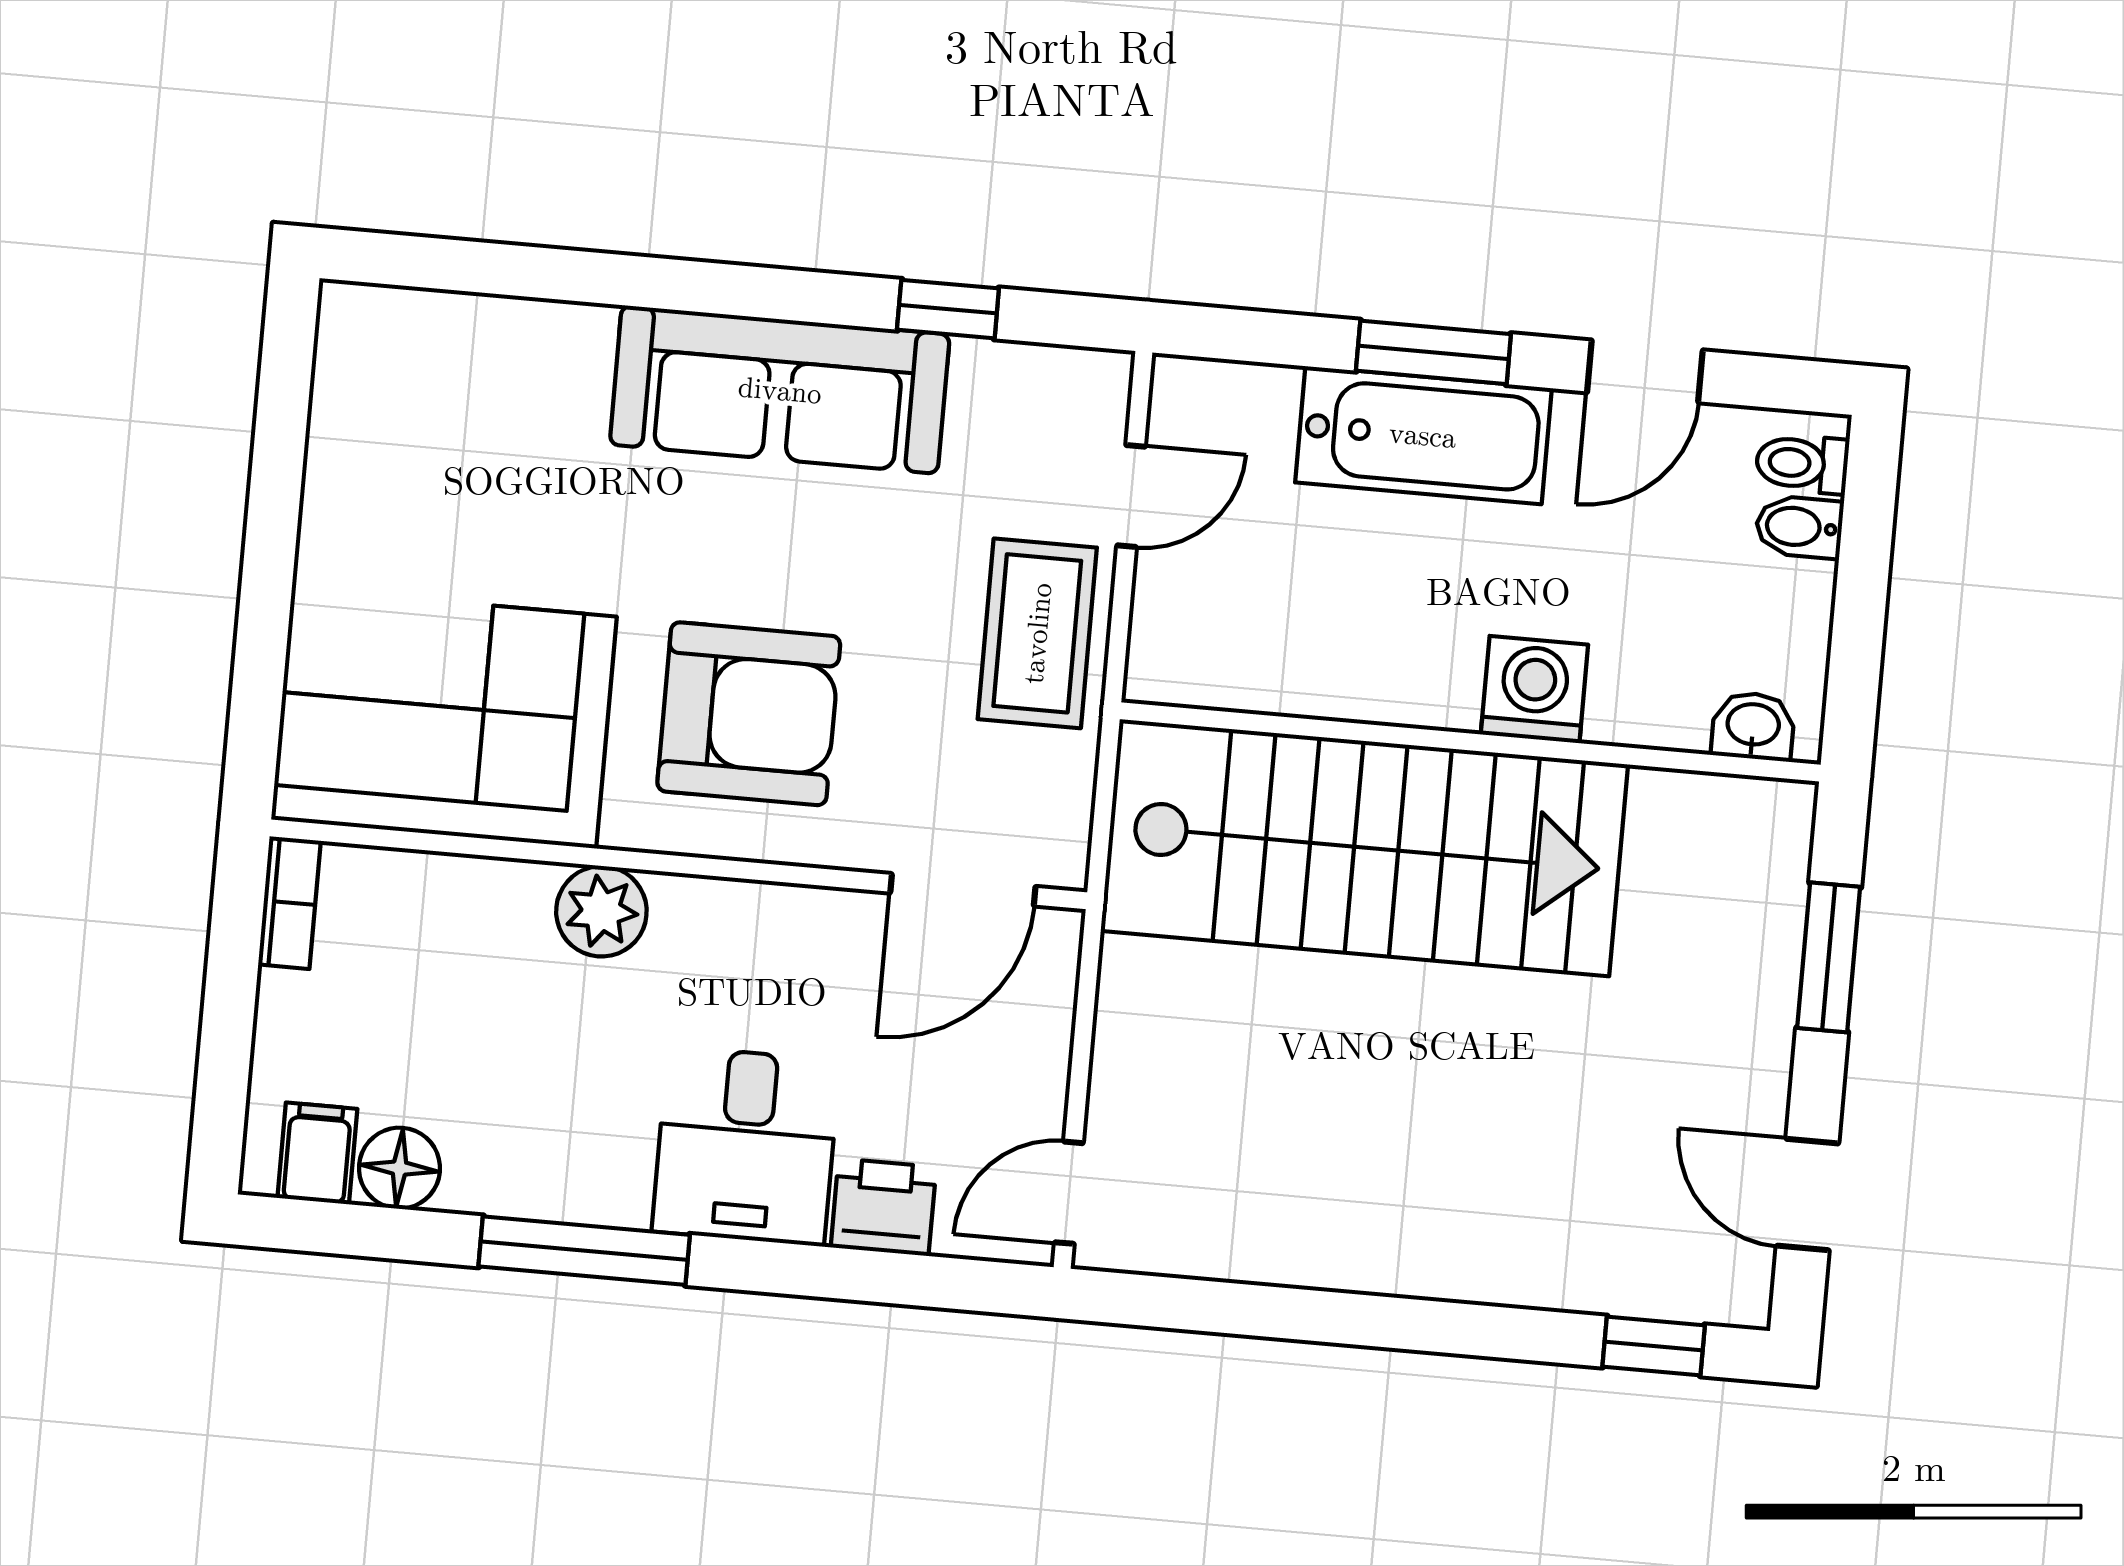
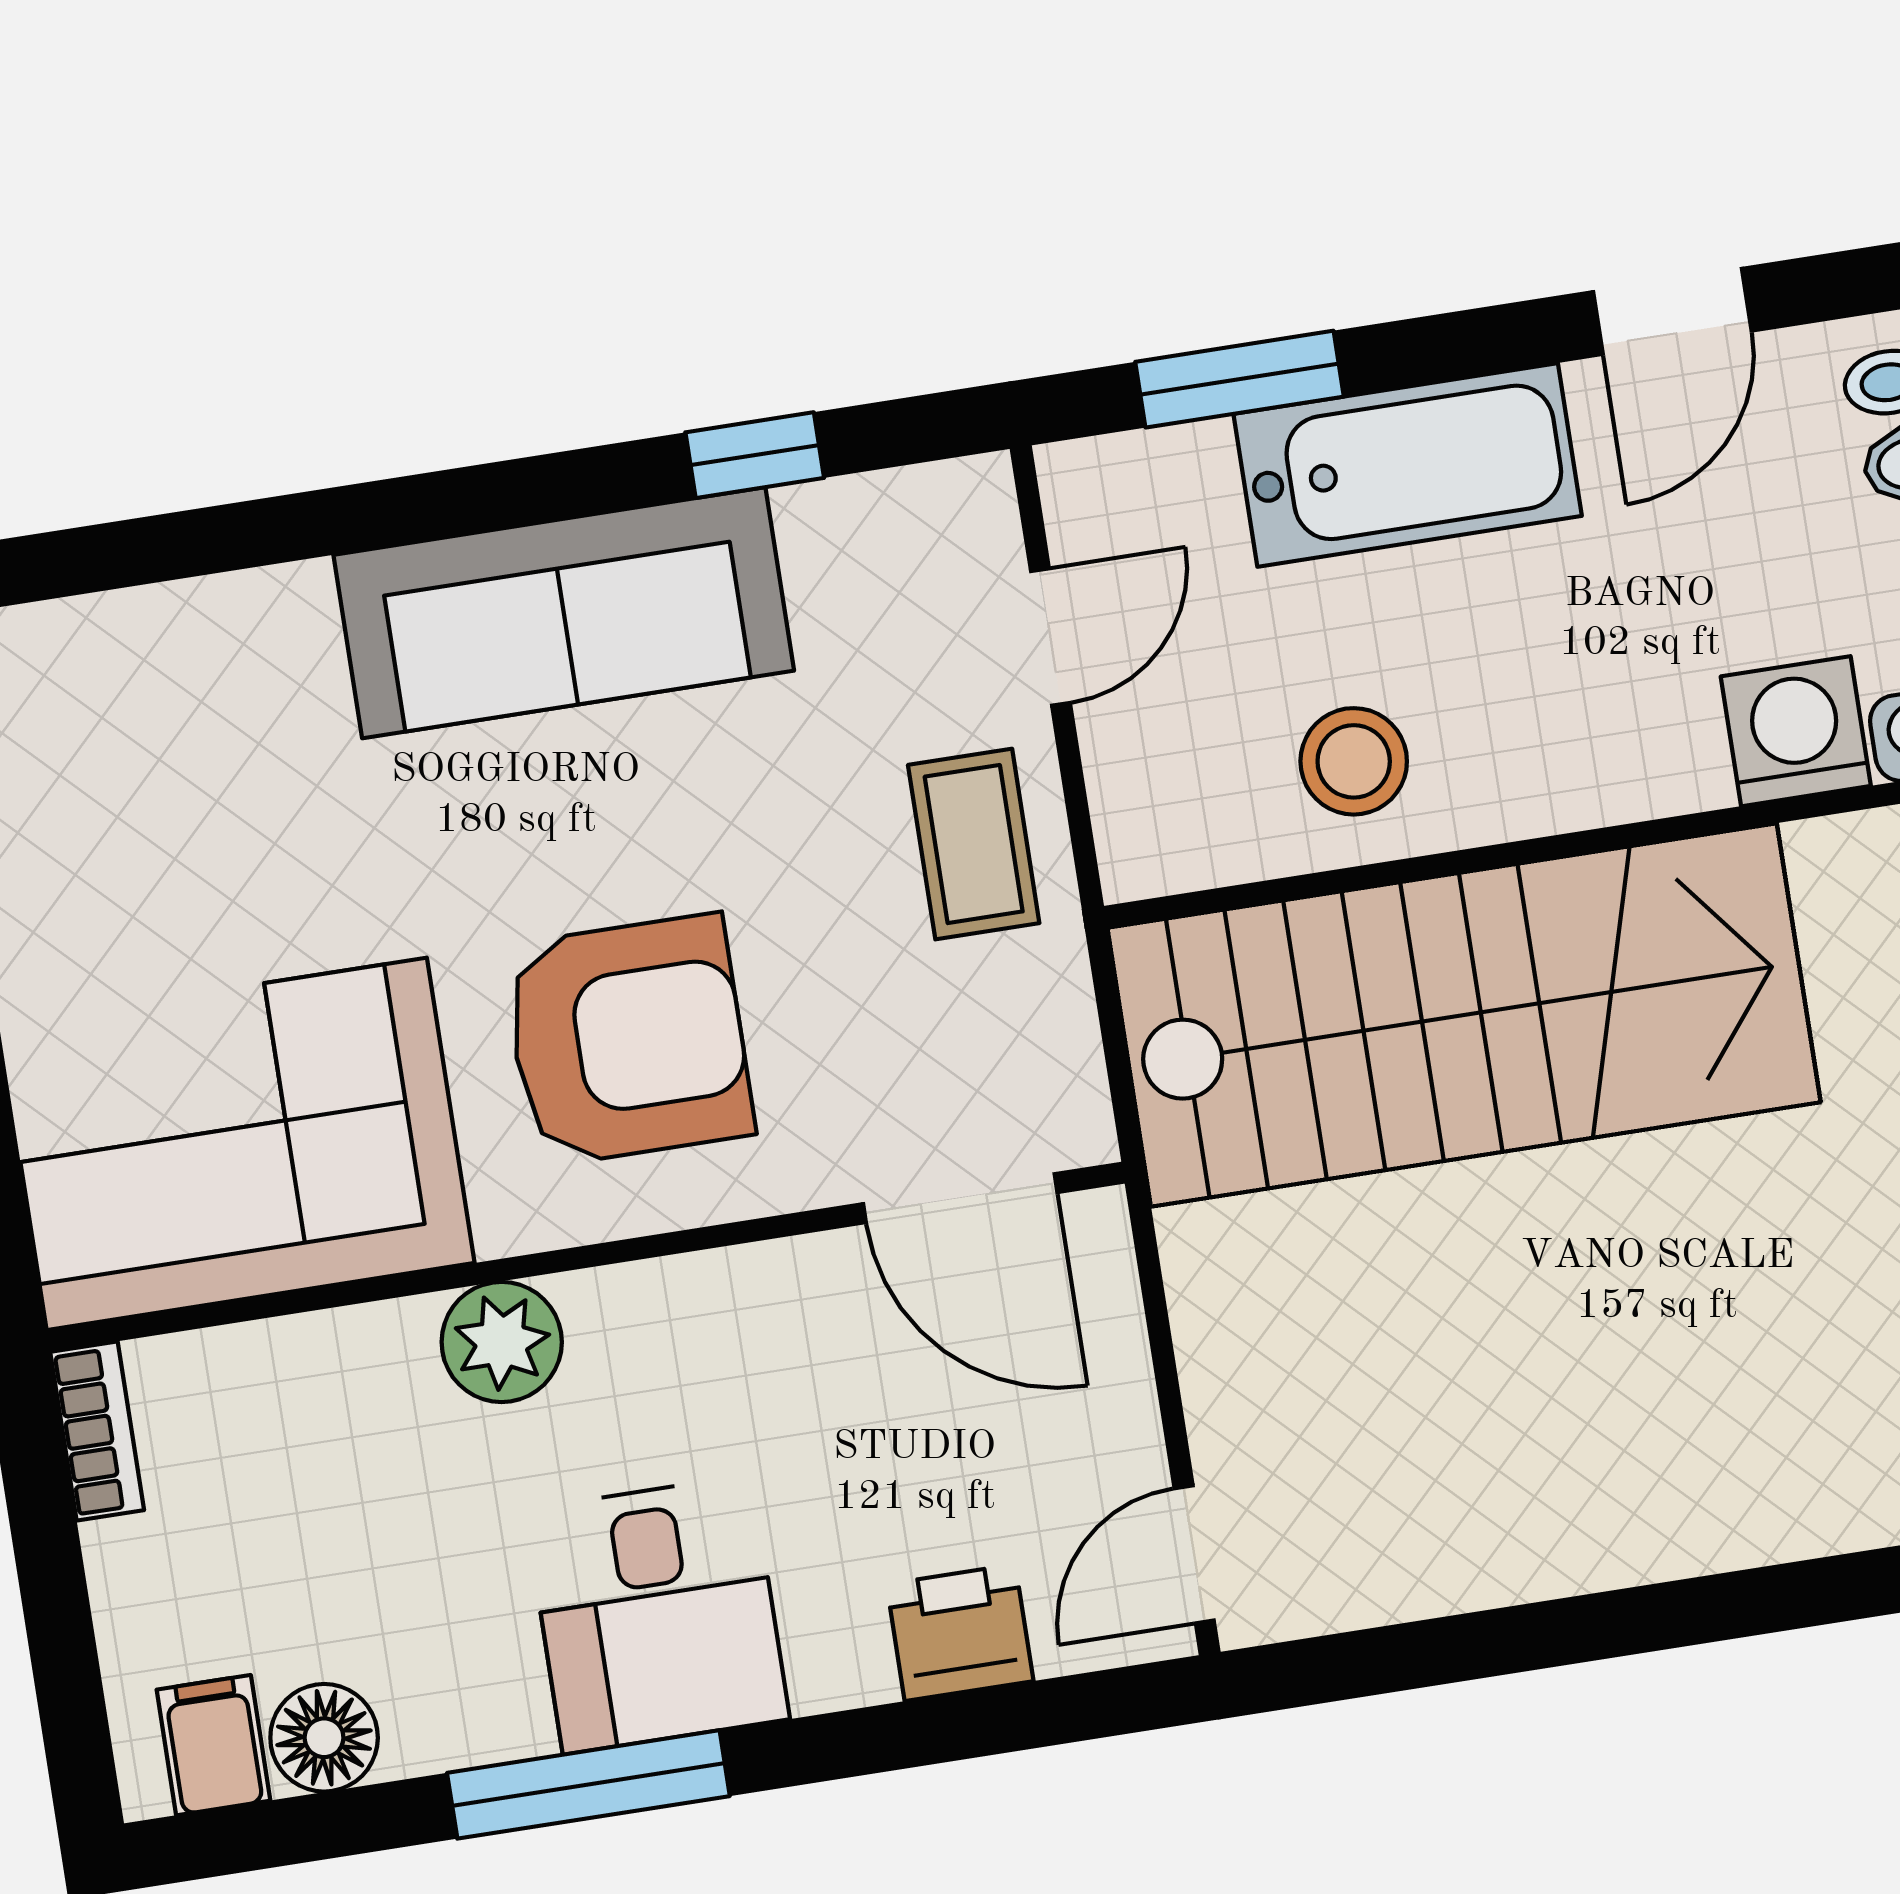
window: (1433, 352) -> (1240, 379), moved
coffee table: (1037, 633) -> (974, 844), width x0.73, depth x0.77
stool: (1330, 642) -> (1354, 761), added
washing machine: (1534, 690) -> (1796, 731), moved
door: (963, 890) -> (960, 1198), hinge flipped
desk: (746, 1146) -> (657, 1614), moved

